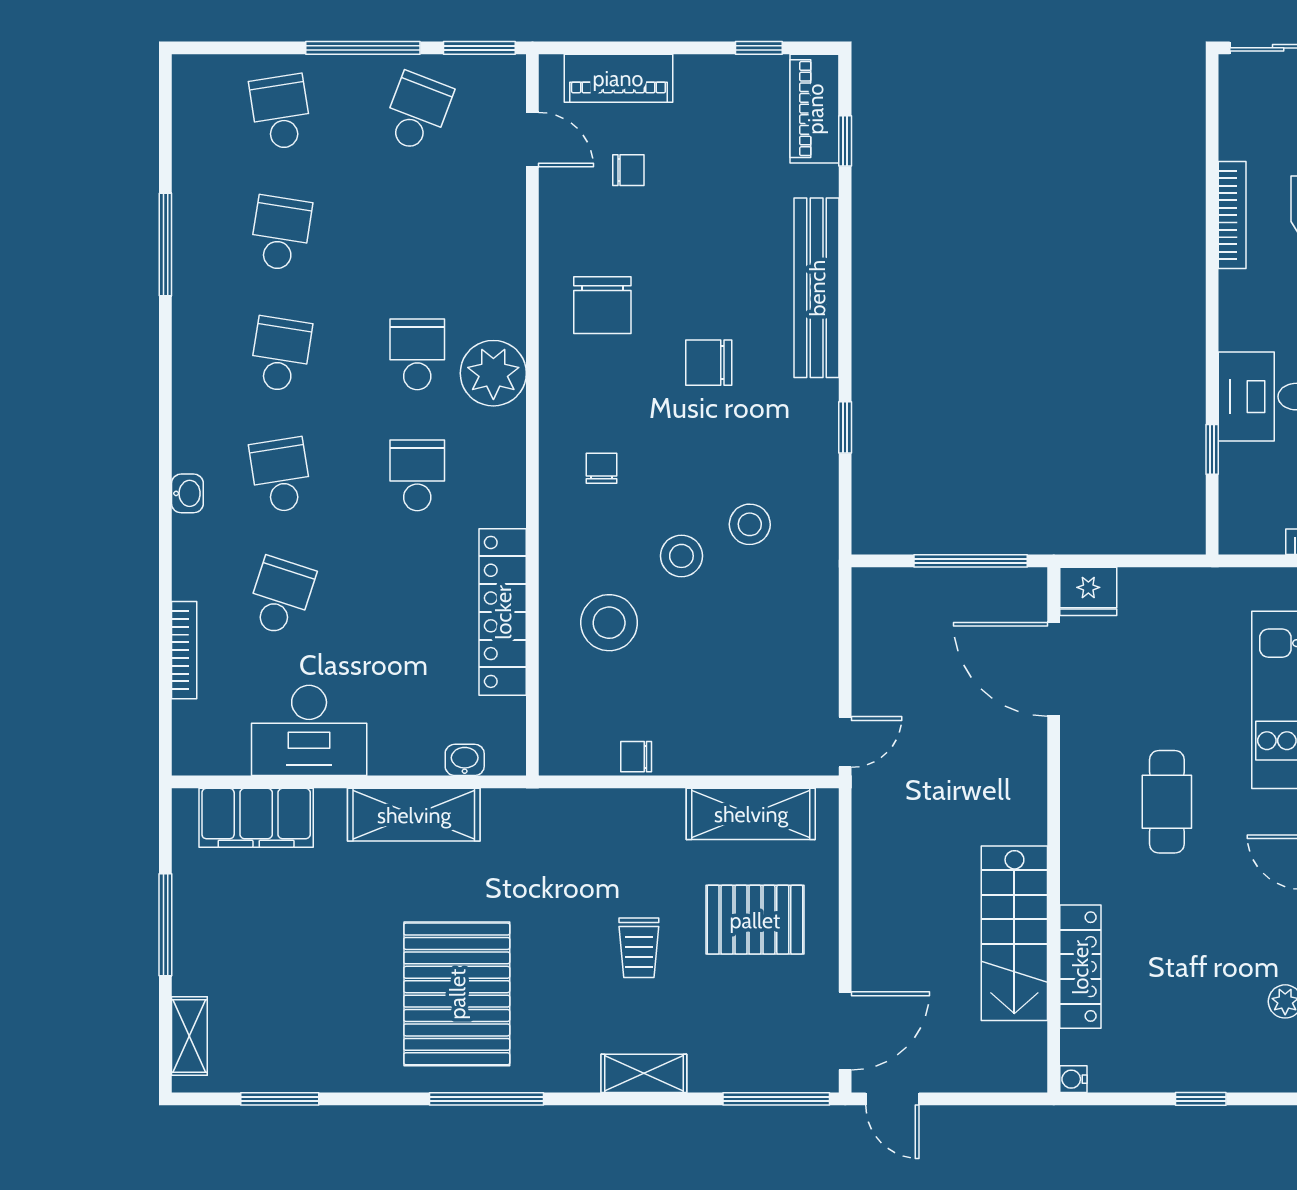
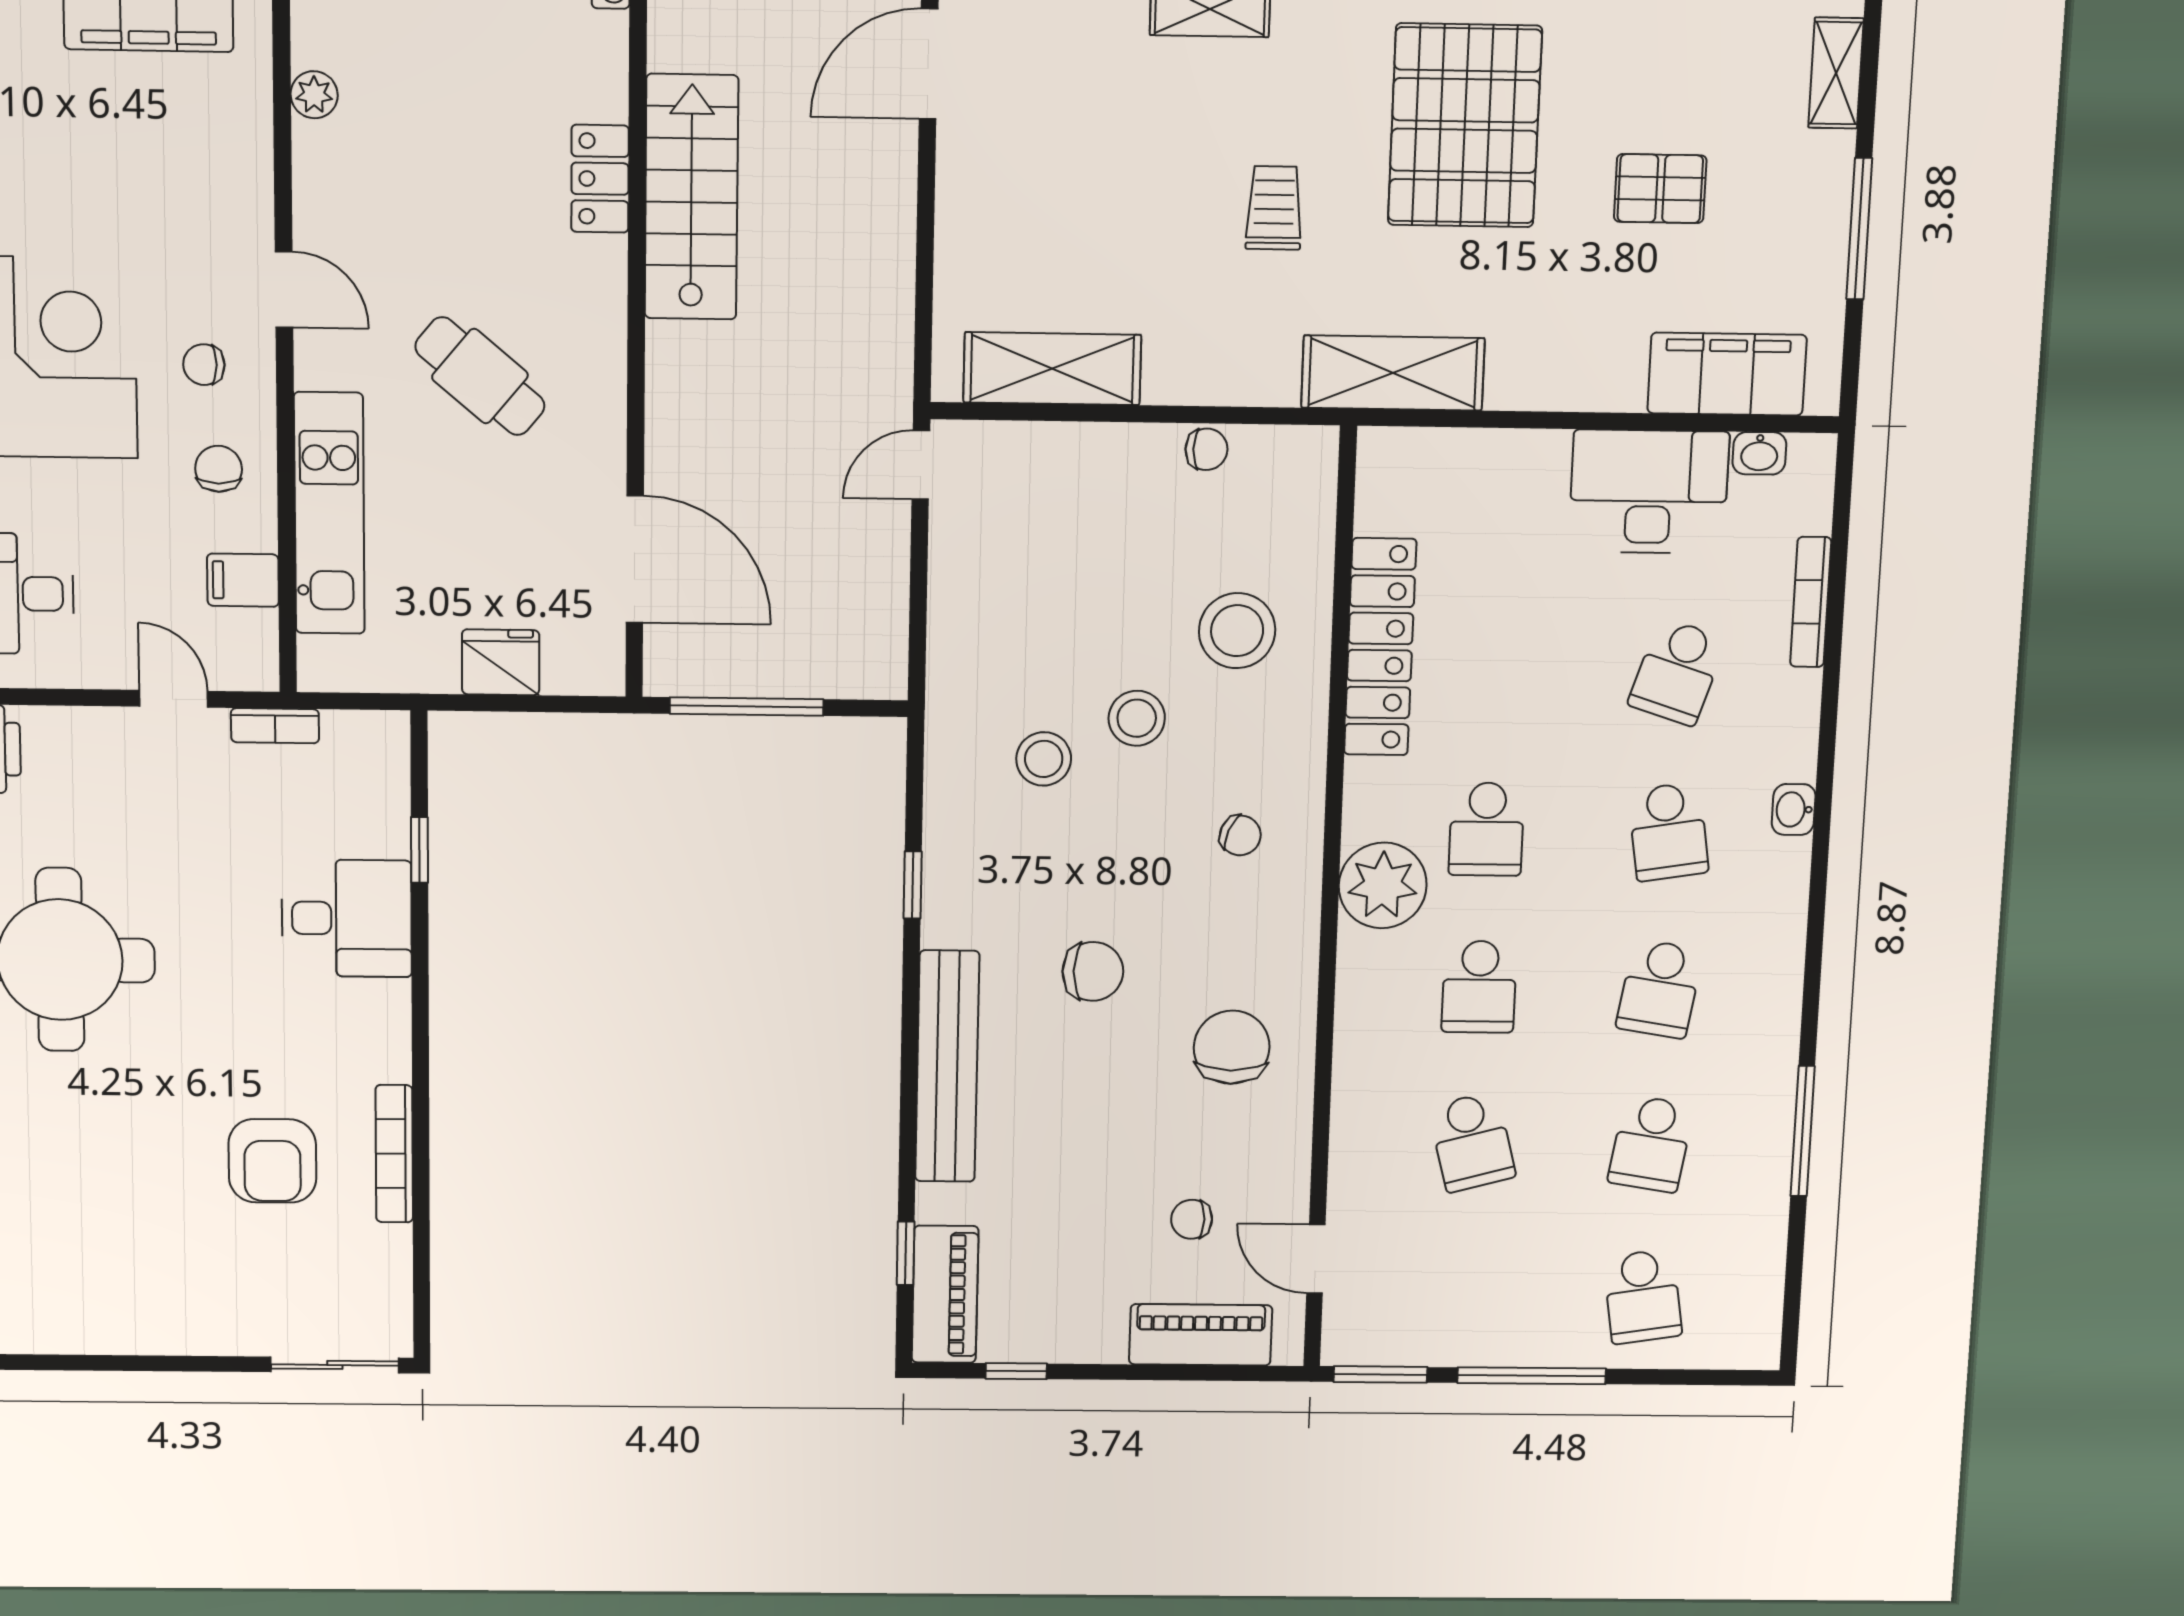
school desk: (417, 112) -> (1472, 1142), moved, turned -36
plant: (493, 373) -> (1383, 885), moved
chair: (601, 468) -> (1240, 835), turned -67
fridge: (1088, 591) -> (501, 662), moved
washbasin: (465, 760) -> (1759, 453), moved
cafe table: (1167, 802) -> (480, 376), turned -50
shelving: (414, 815) -> (1393, 373), moved
pallet: (755, 920) -> (1660, 189), moved, width x0.67, depth x0.71
trolley: (639, 948) -> (1274, 208), moved
locker: (1080, 967) -> (600, 179), width x0.66

